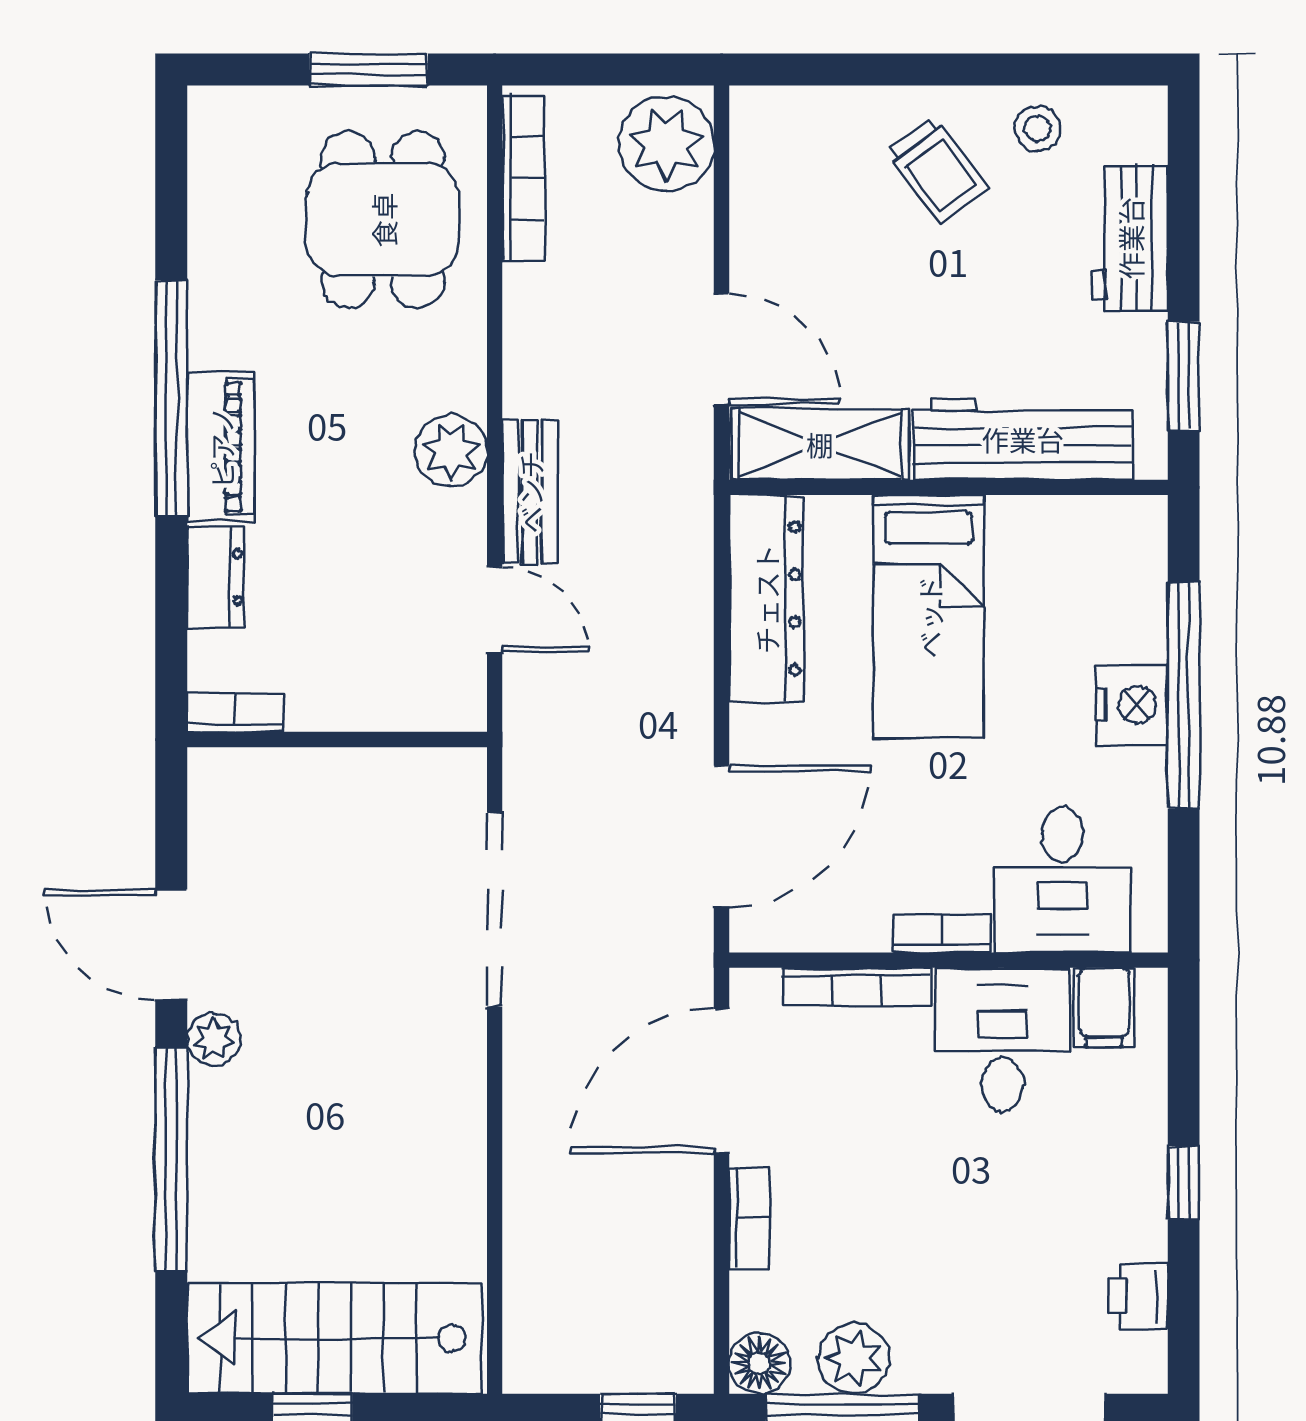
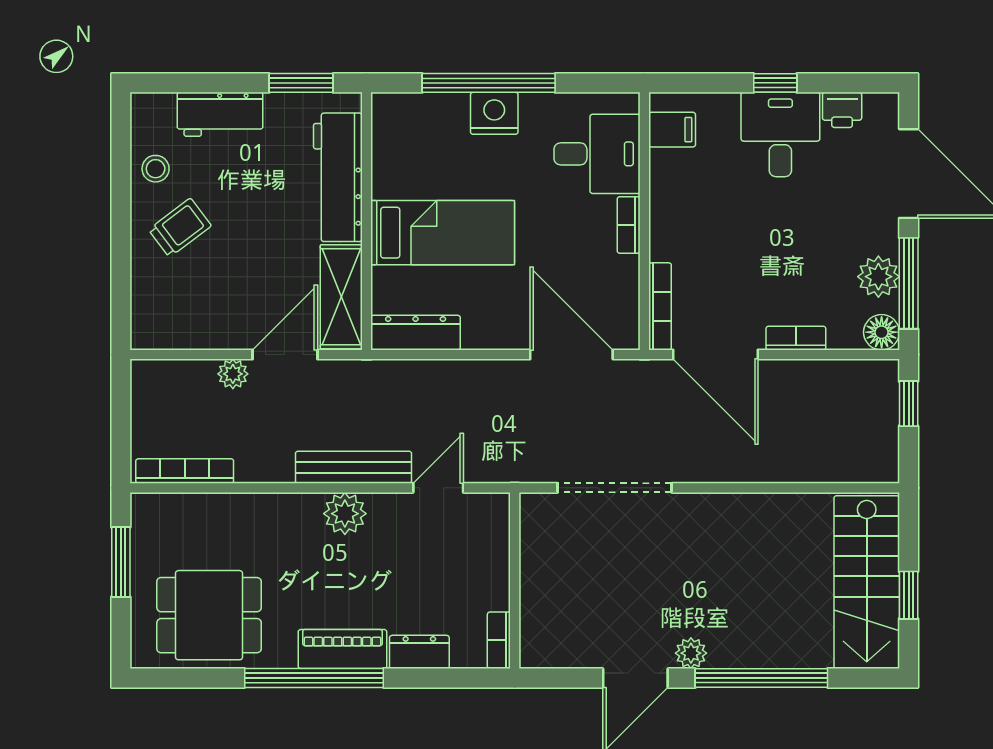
plant: (666, 144) -> (233, 374), moved, width x0.53, depth x0.53
dining table: (383, 220) -> (209, 615), moved
bench: (530, 492) -> (354, 467), width x1.36
dresser: (766, 599) -> (416, 333), width x0.73, depth x0.80
bookcase: (856, 987) -> (660, 306), moved
desk: (1003, 1040) -> (780, 134), moved, turned 90

